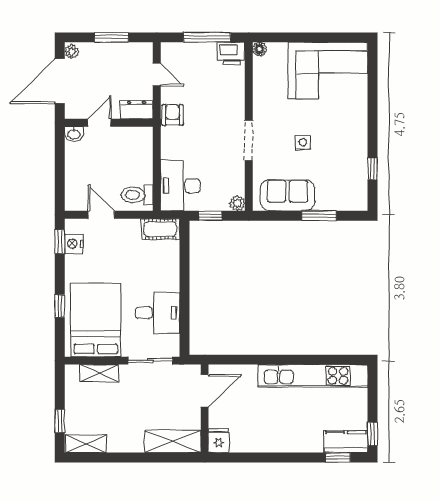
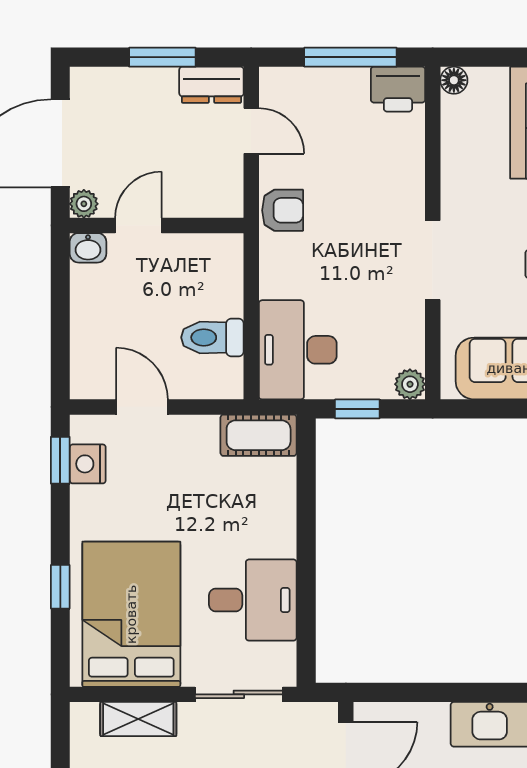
plant: (72, 52) -> (84, 204), moved
dresser: (136, 110) -> (211, 85), moved, turned 180
armchair: (173, 115) -> (283, 210), turned 90
toilet: (137, 195) -> (212, 337), moved

